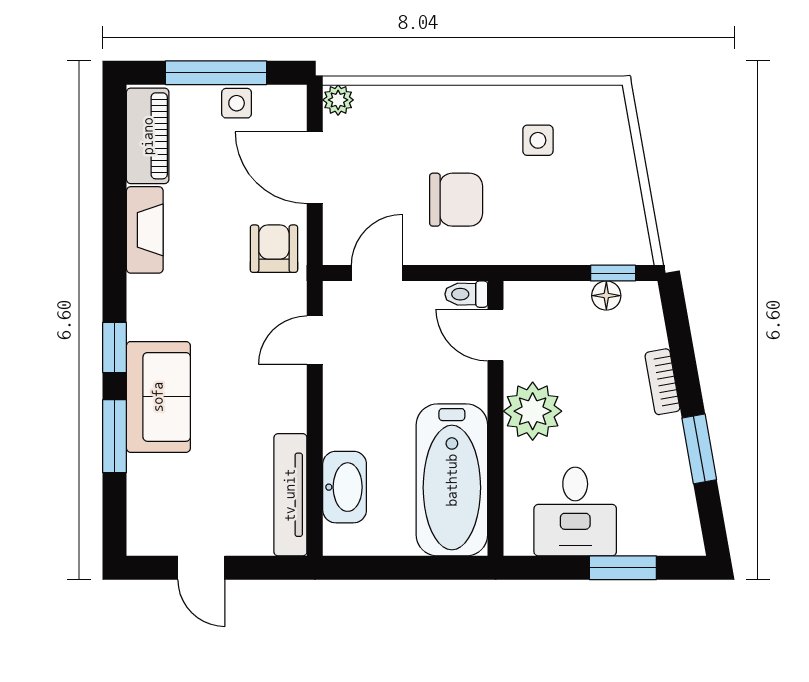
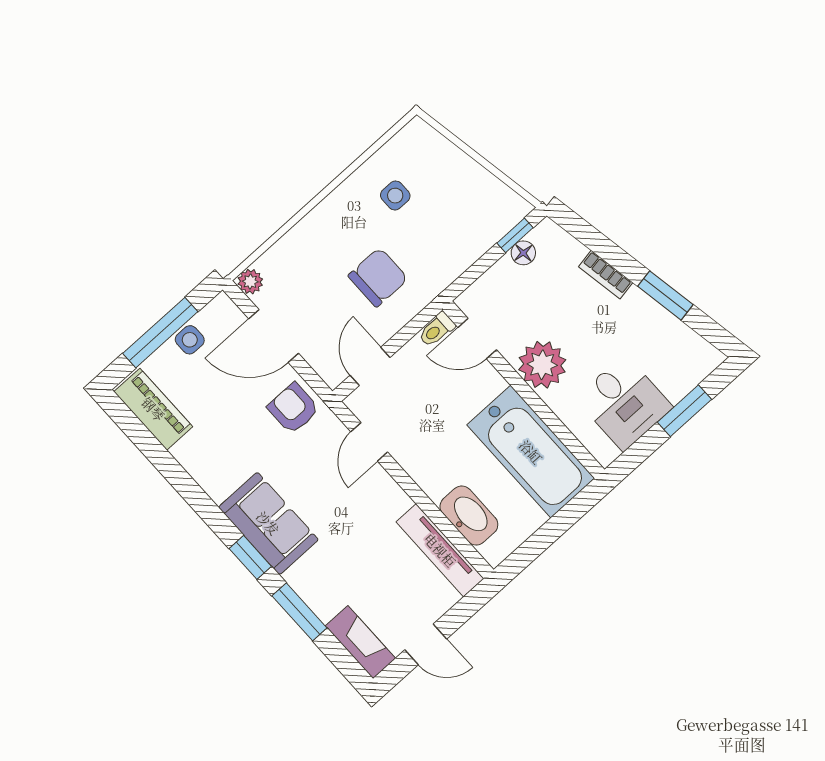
fireplace: (145, 230) -> (360, 642), moved
sofa: (158, 397) -> (268, 523), moved

